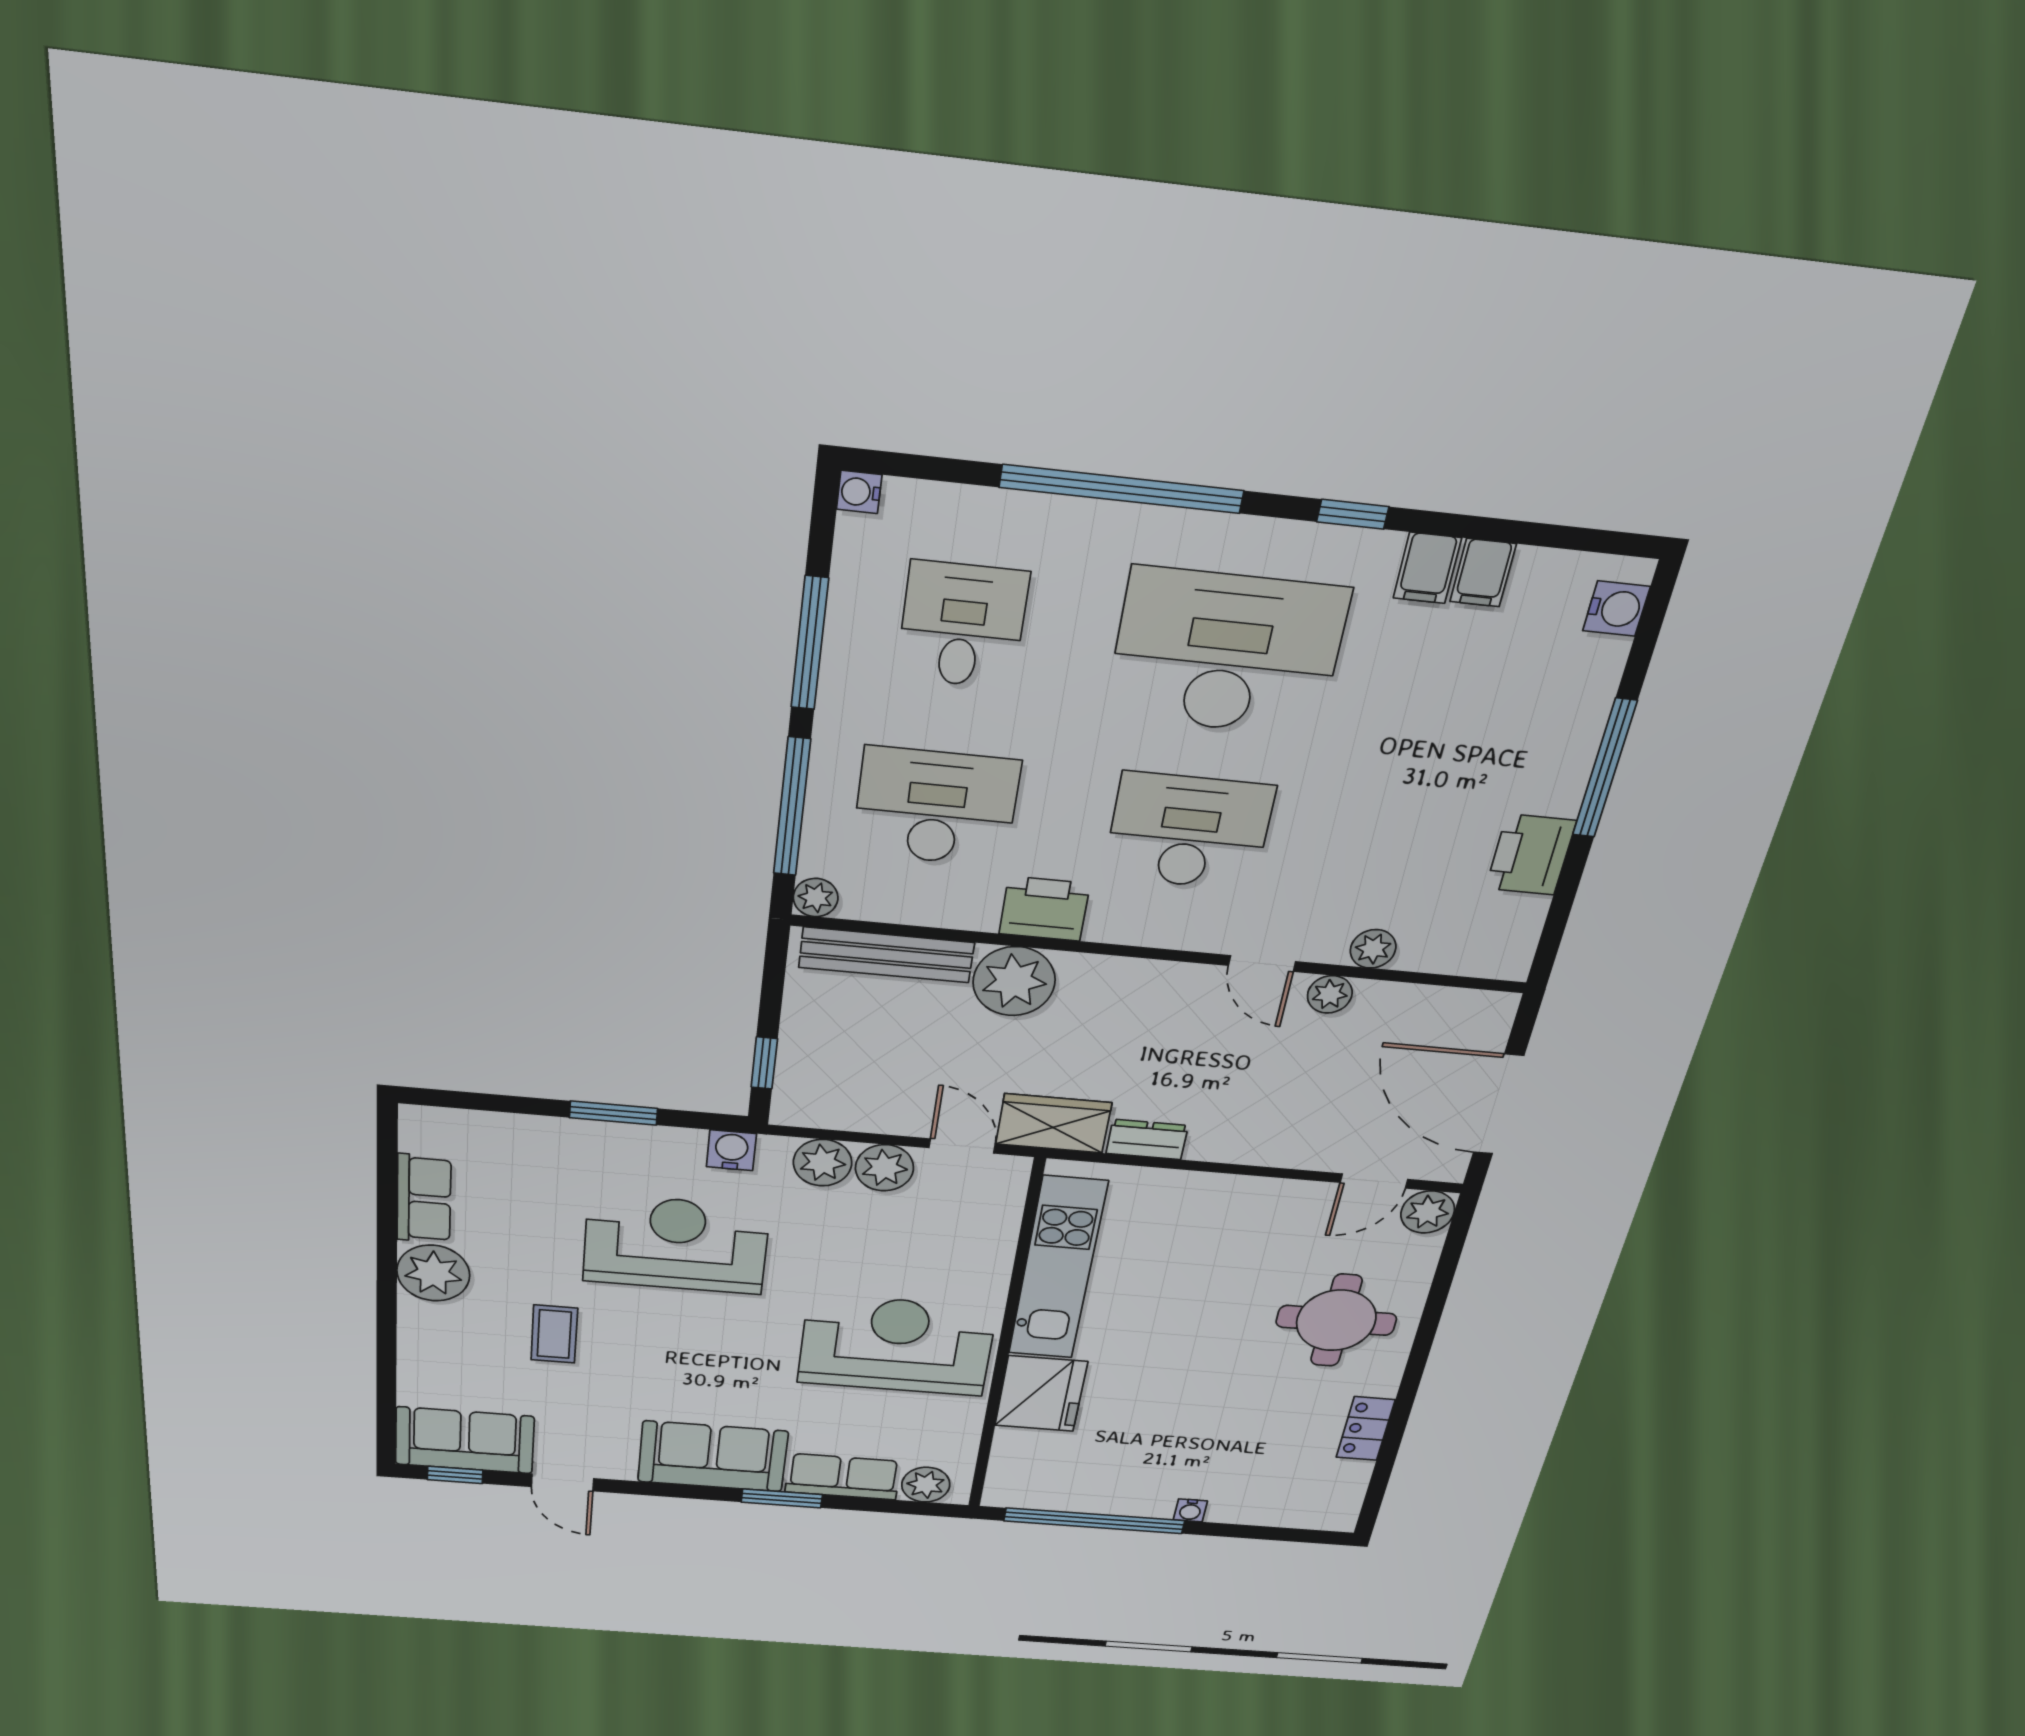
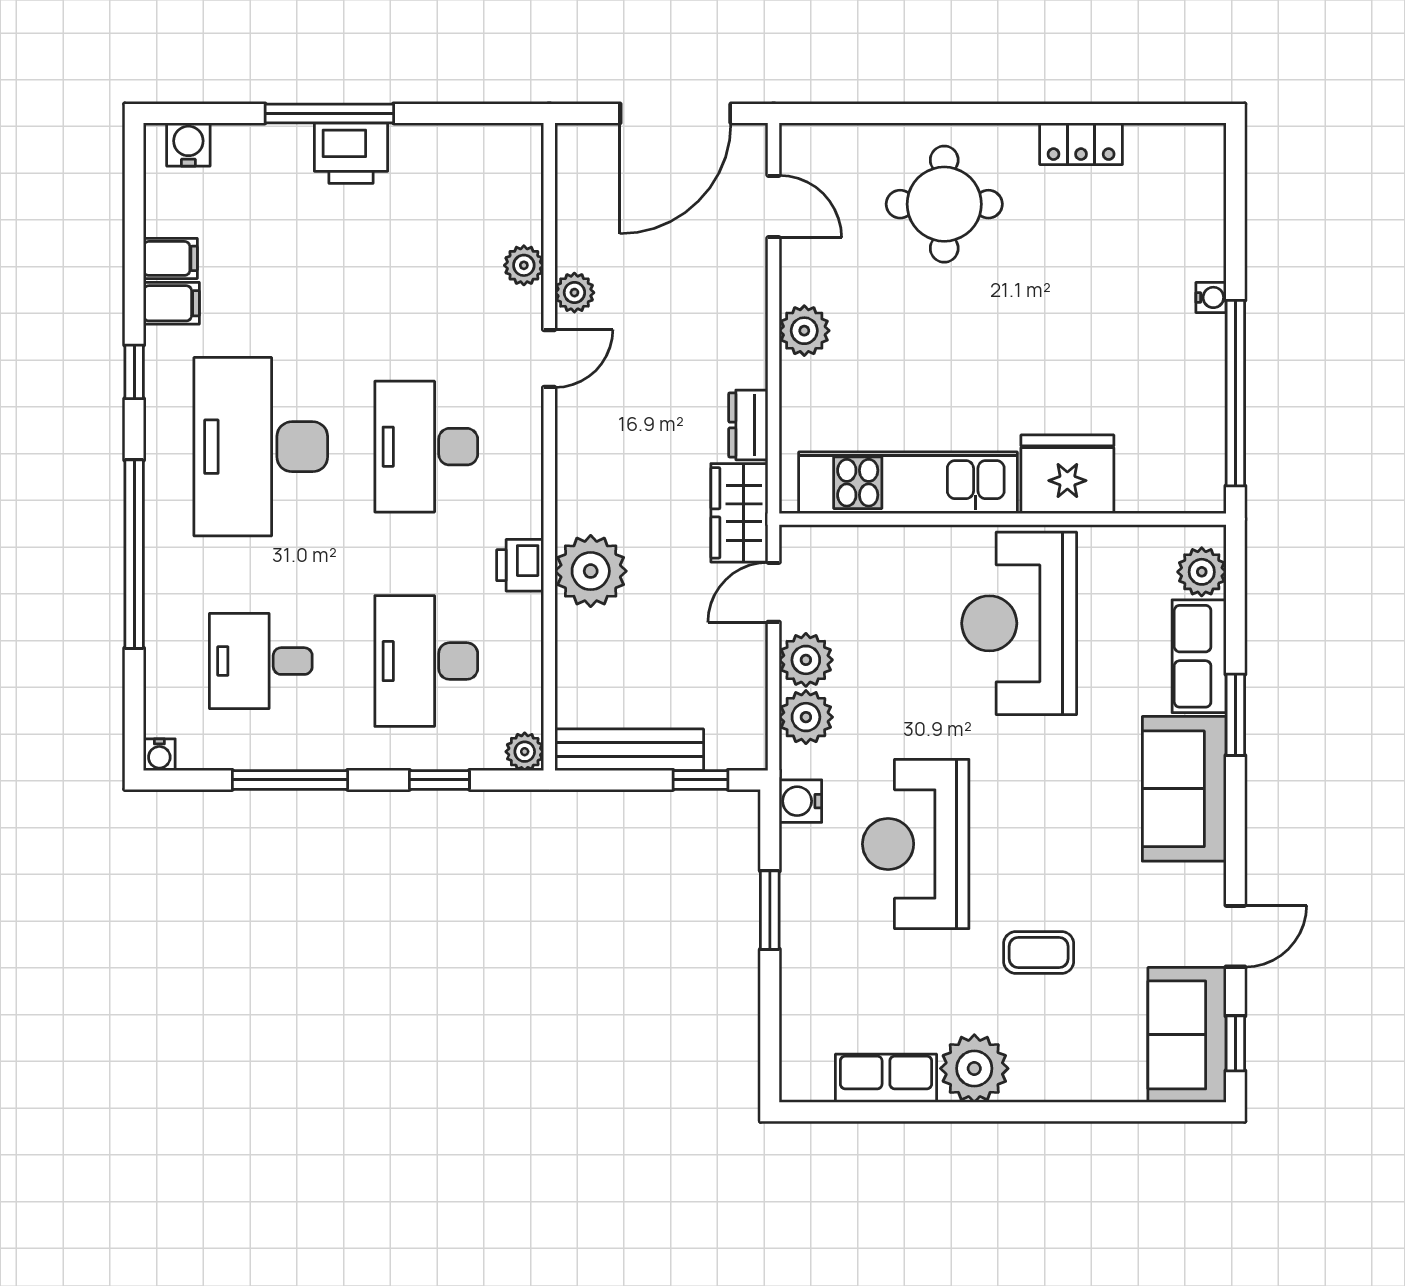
window: (792, 807) -> (439, 780), width x0.46
printer: (1531, 855) -> (351, 153), moved
printer: (1044, 909) -> (520, 565), width x0.73, depth x0.81
bench: (886, 955) -> (629, 750), moved, turned 90
plant: (1428, 1212) -> (804, 331), moved

